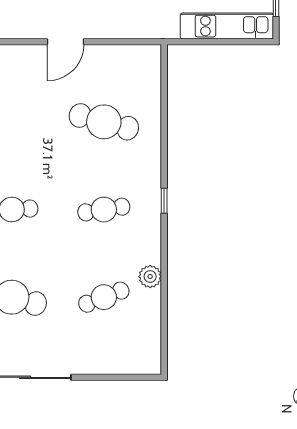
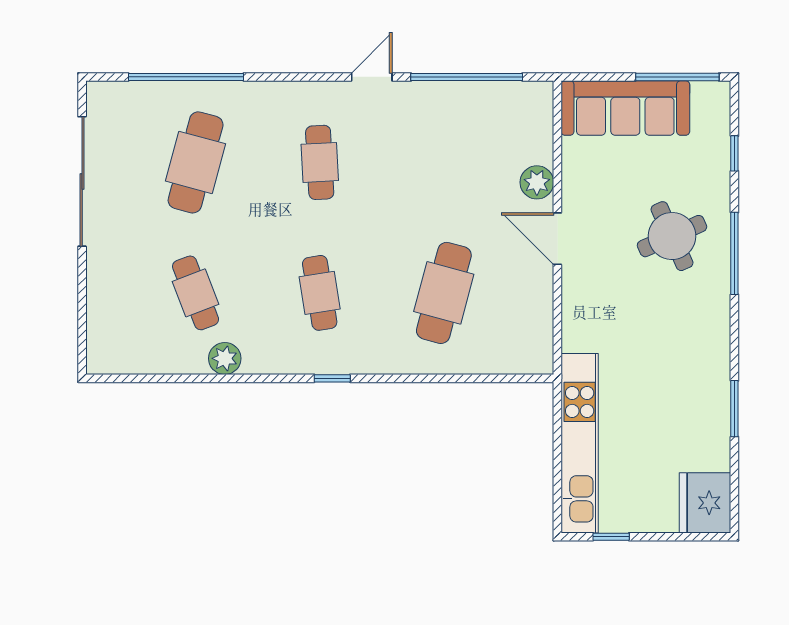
kitchen unit: (227, 26) -> (580, 443), width x1.36
plant: (26, 56) -> (537, 182), added

